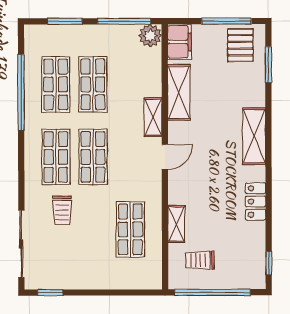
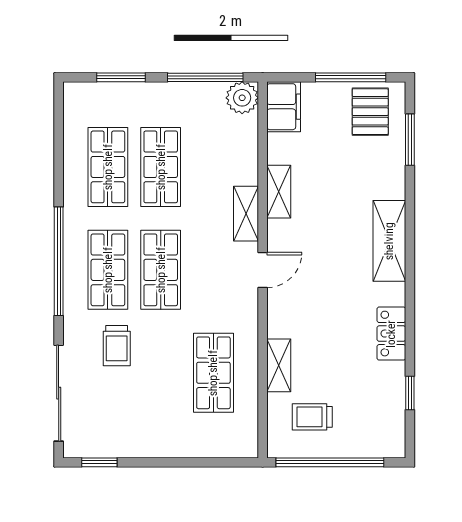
shelving: (179, 92) -> (279, 192), width x0.67, depth x0.75
window: (21, 93) -> (59, 261), moved
window: (269, 263) -> (410, 393), moved

